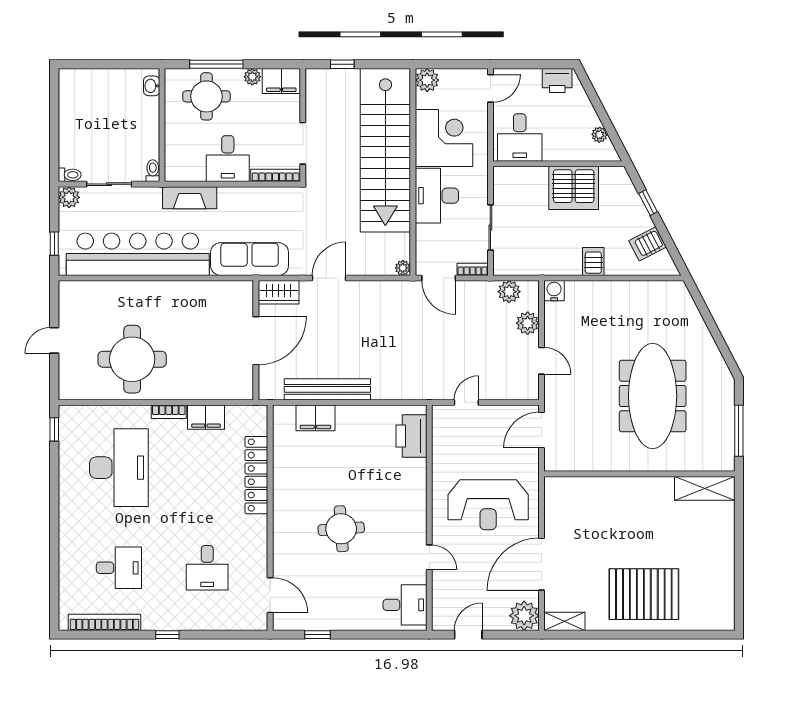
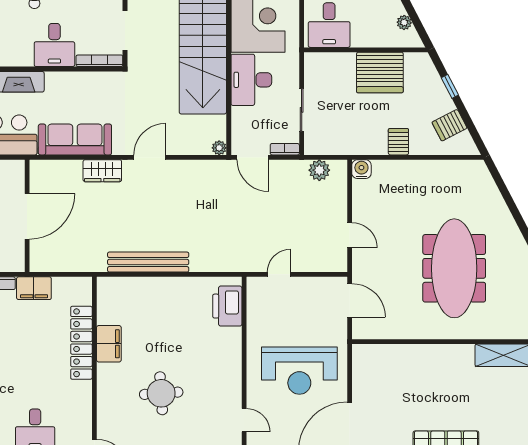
plant: (528, 323) -> (337, 200), removed
wall: (256, 340) -> (27, 216), moved
door: (256, 341) -> (27, 216), moved
filing cabinet: (315, 418) -> (109, 344), moved, turned -90
door: (541, 430) -> (350, 300), swing flipped

